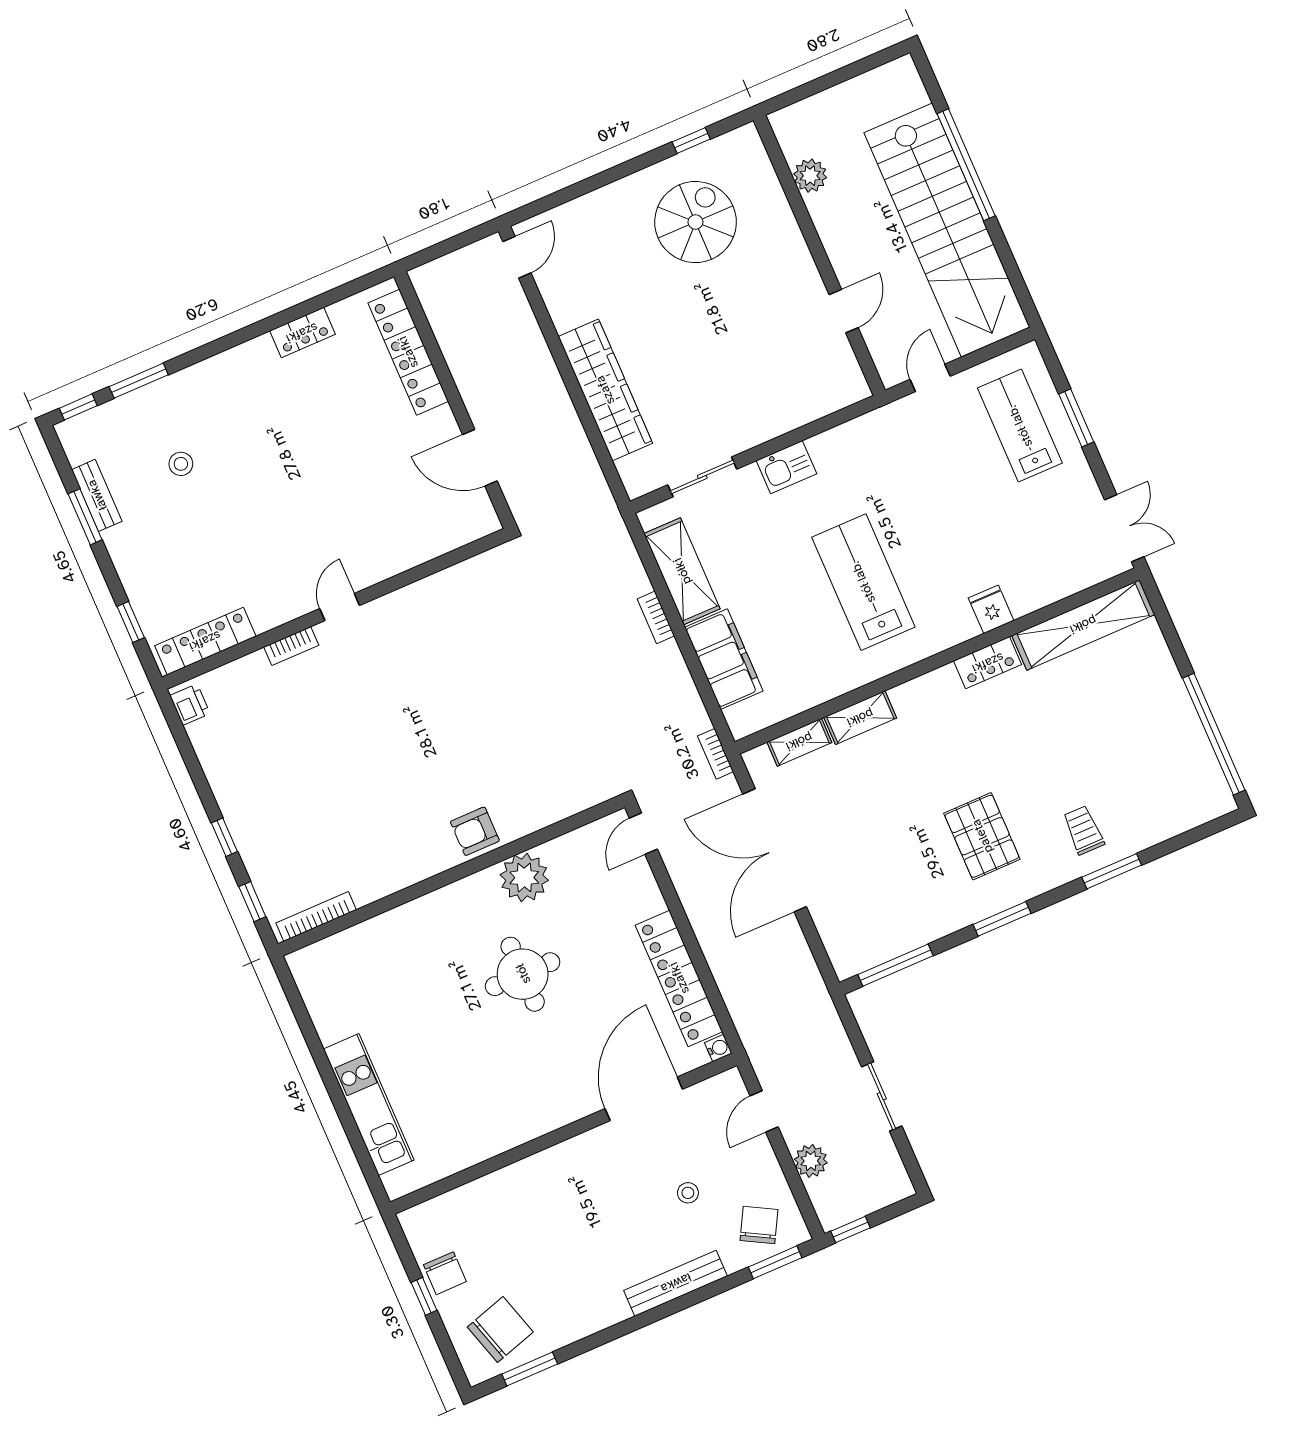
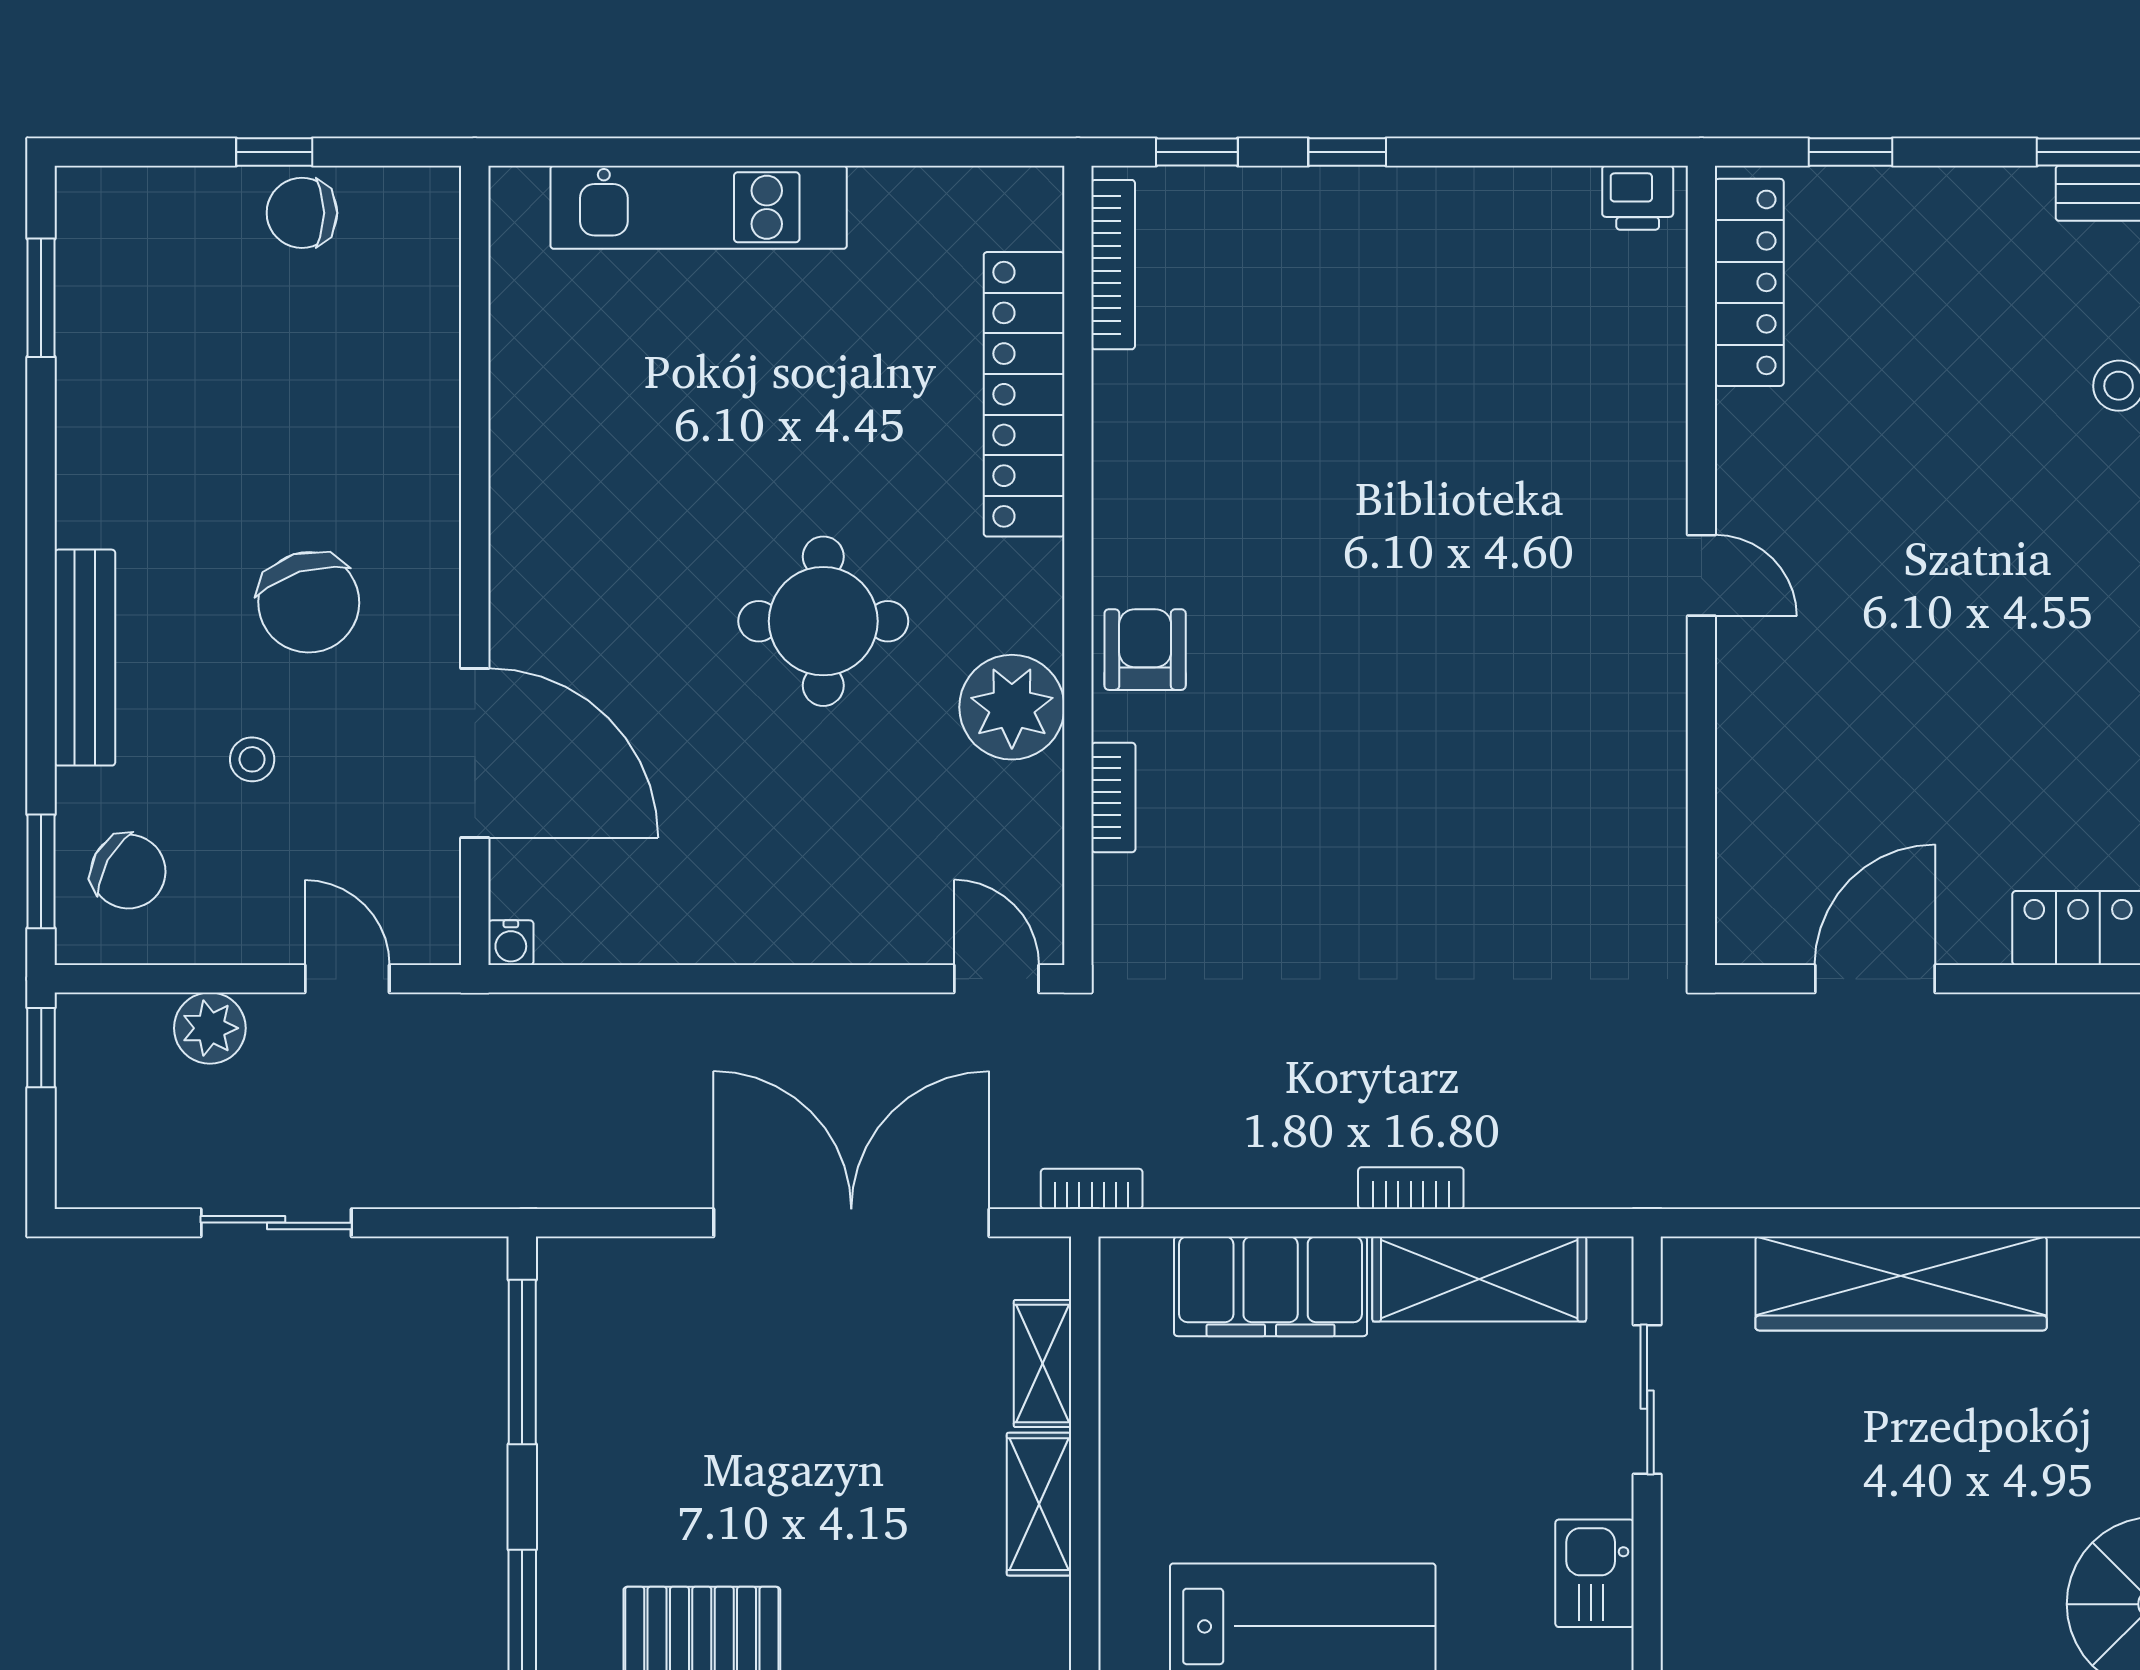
bookcase: (291, 646) -> (1113, 797), moved, turned 180
locker: (679, 978) -> (1024, 394), moved, turned -90
chair: (500, 1330) -> (309, 602), moved

